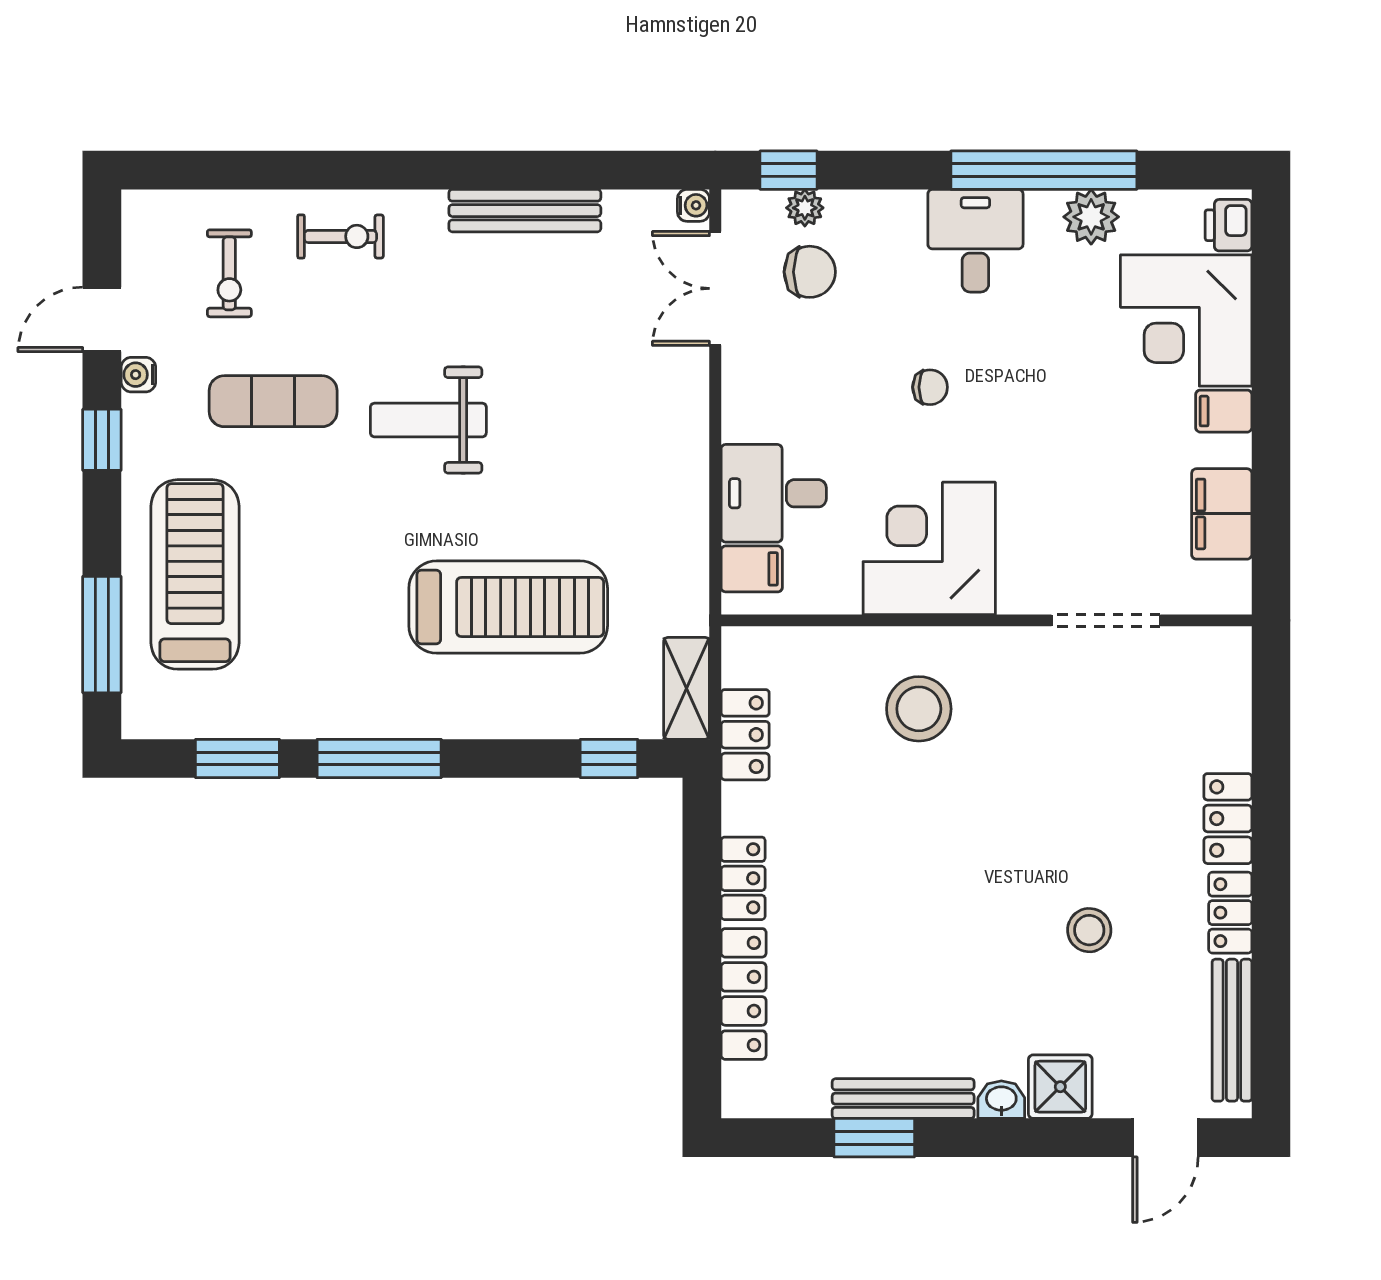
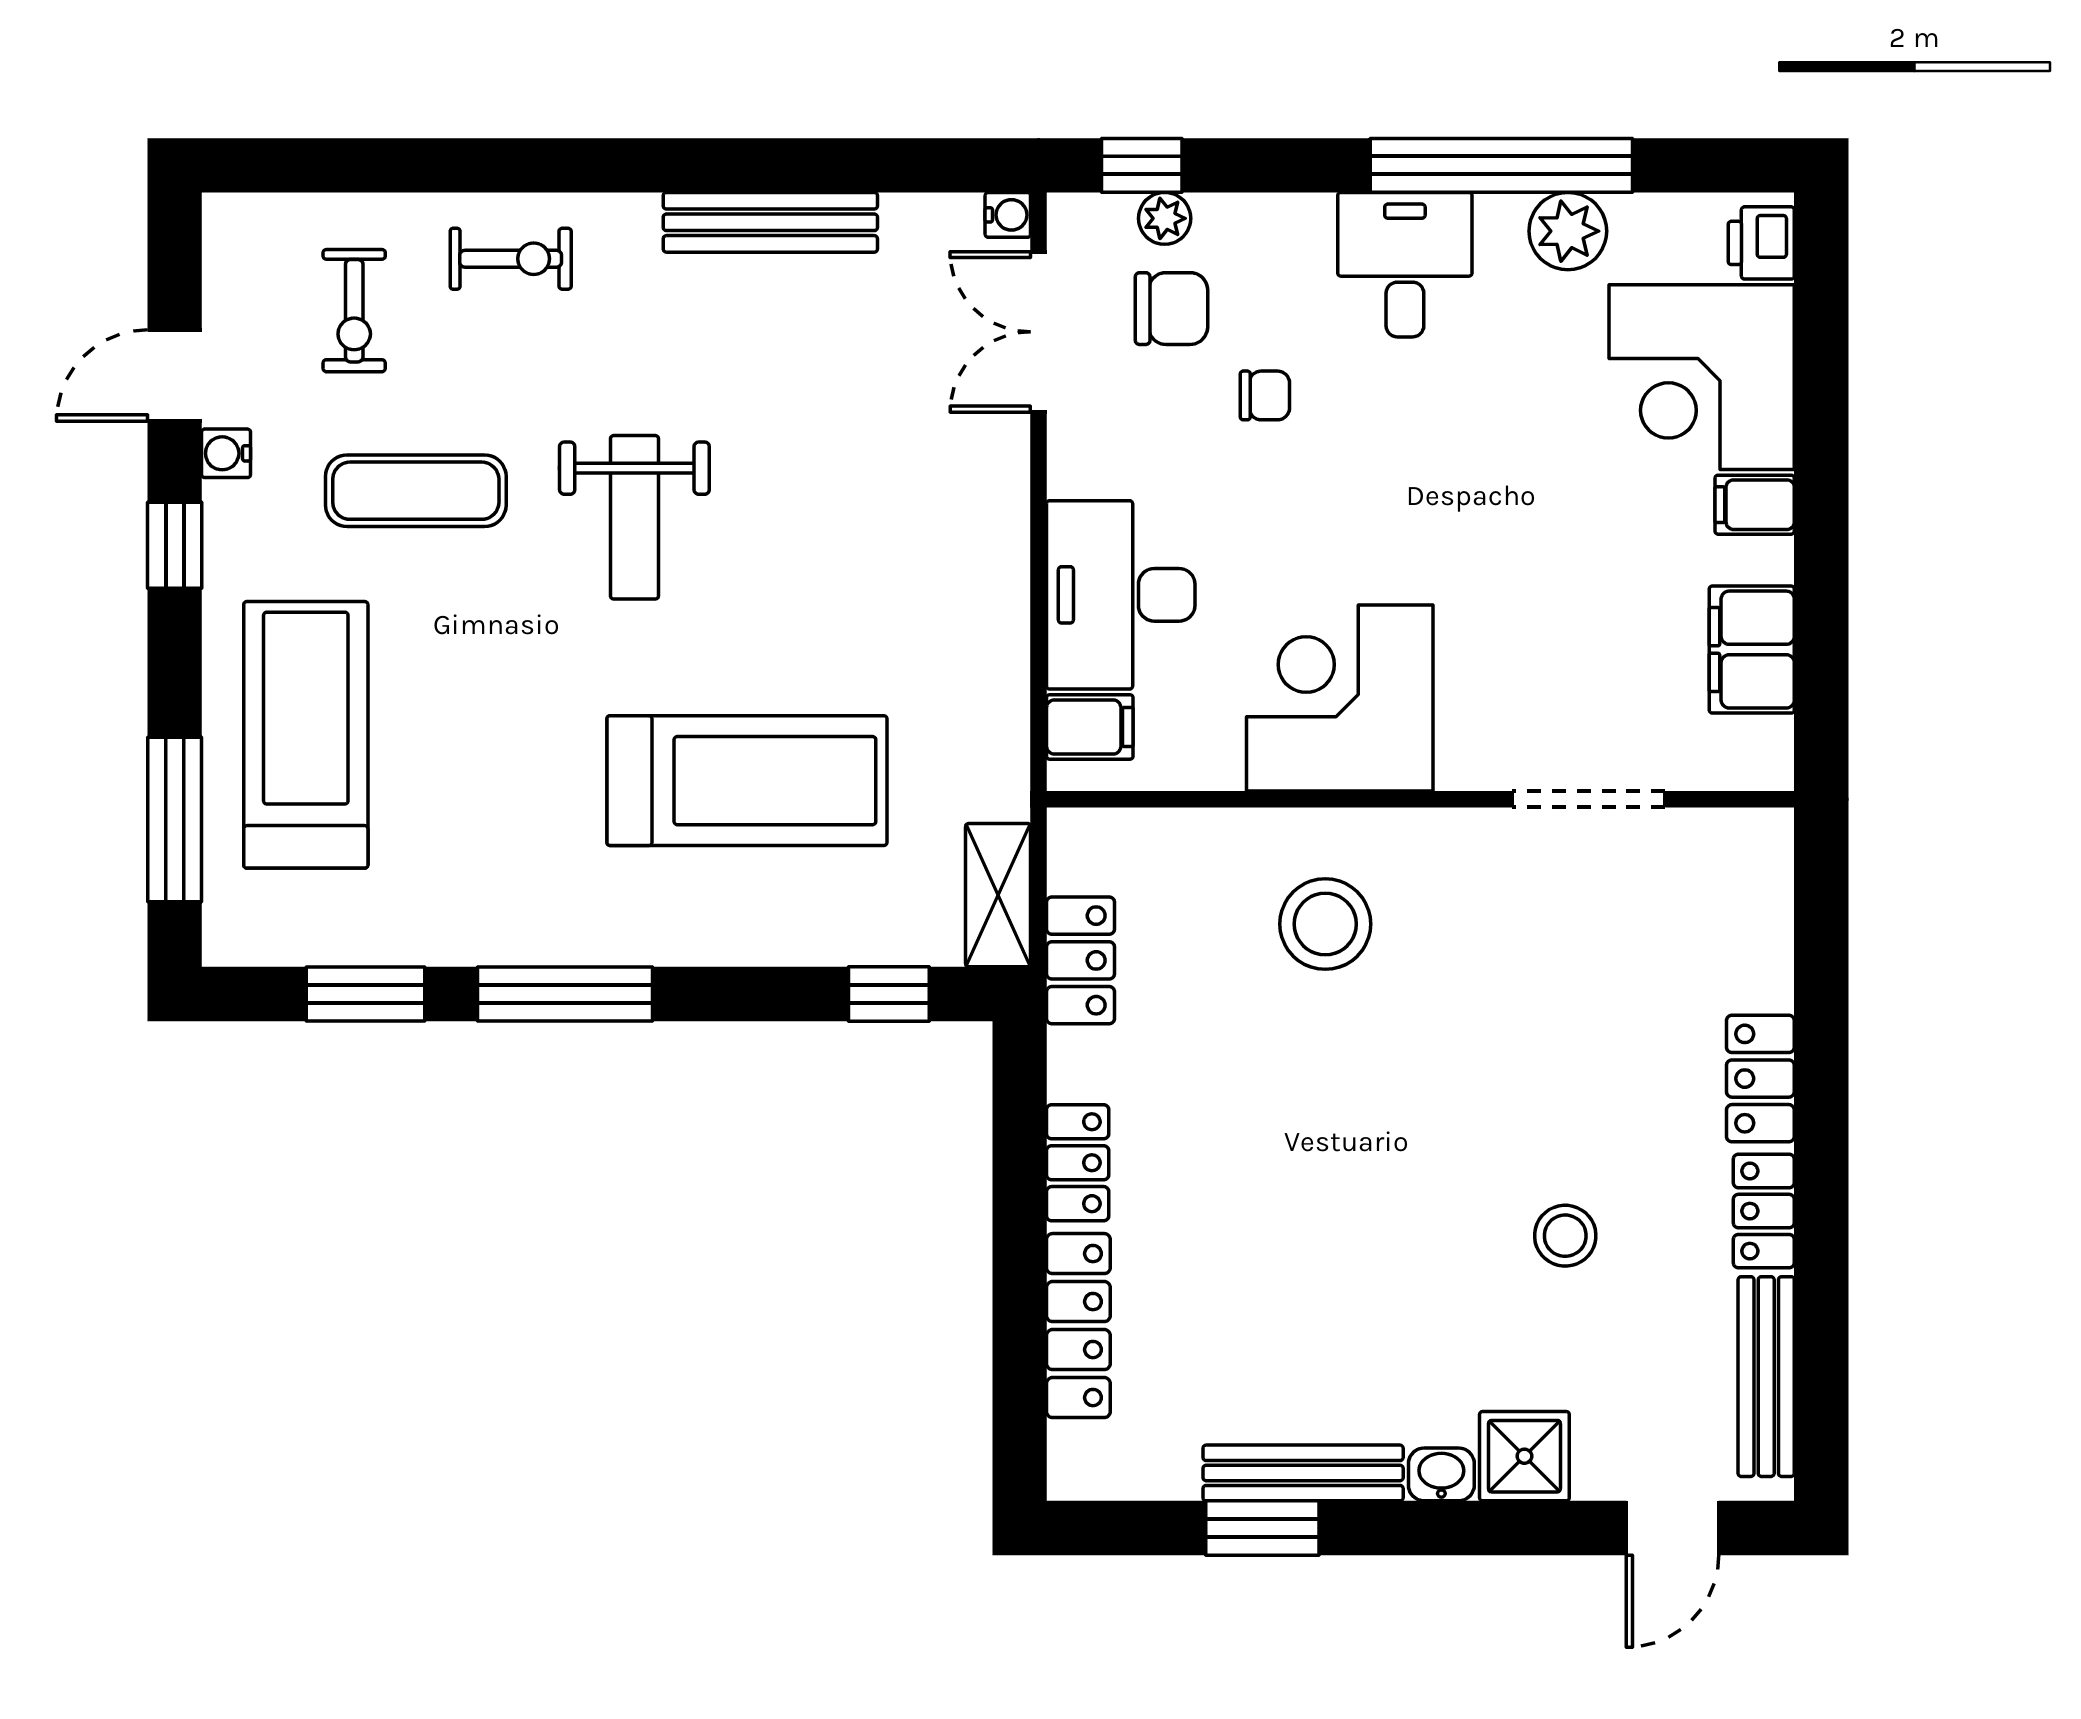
chair: (930, 387) -> (1265, 395), moved
weight bench: (428, 420) -> (634, 517), turned -90
desk: (774, 493) -> (1121, 595), width x1.37

